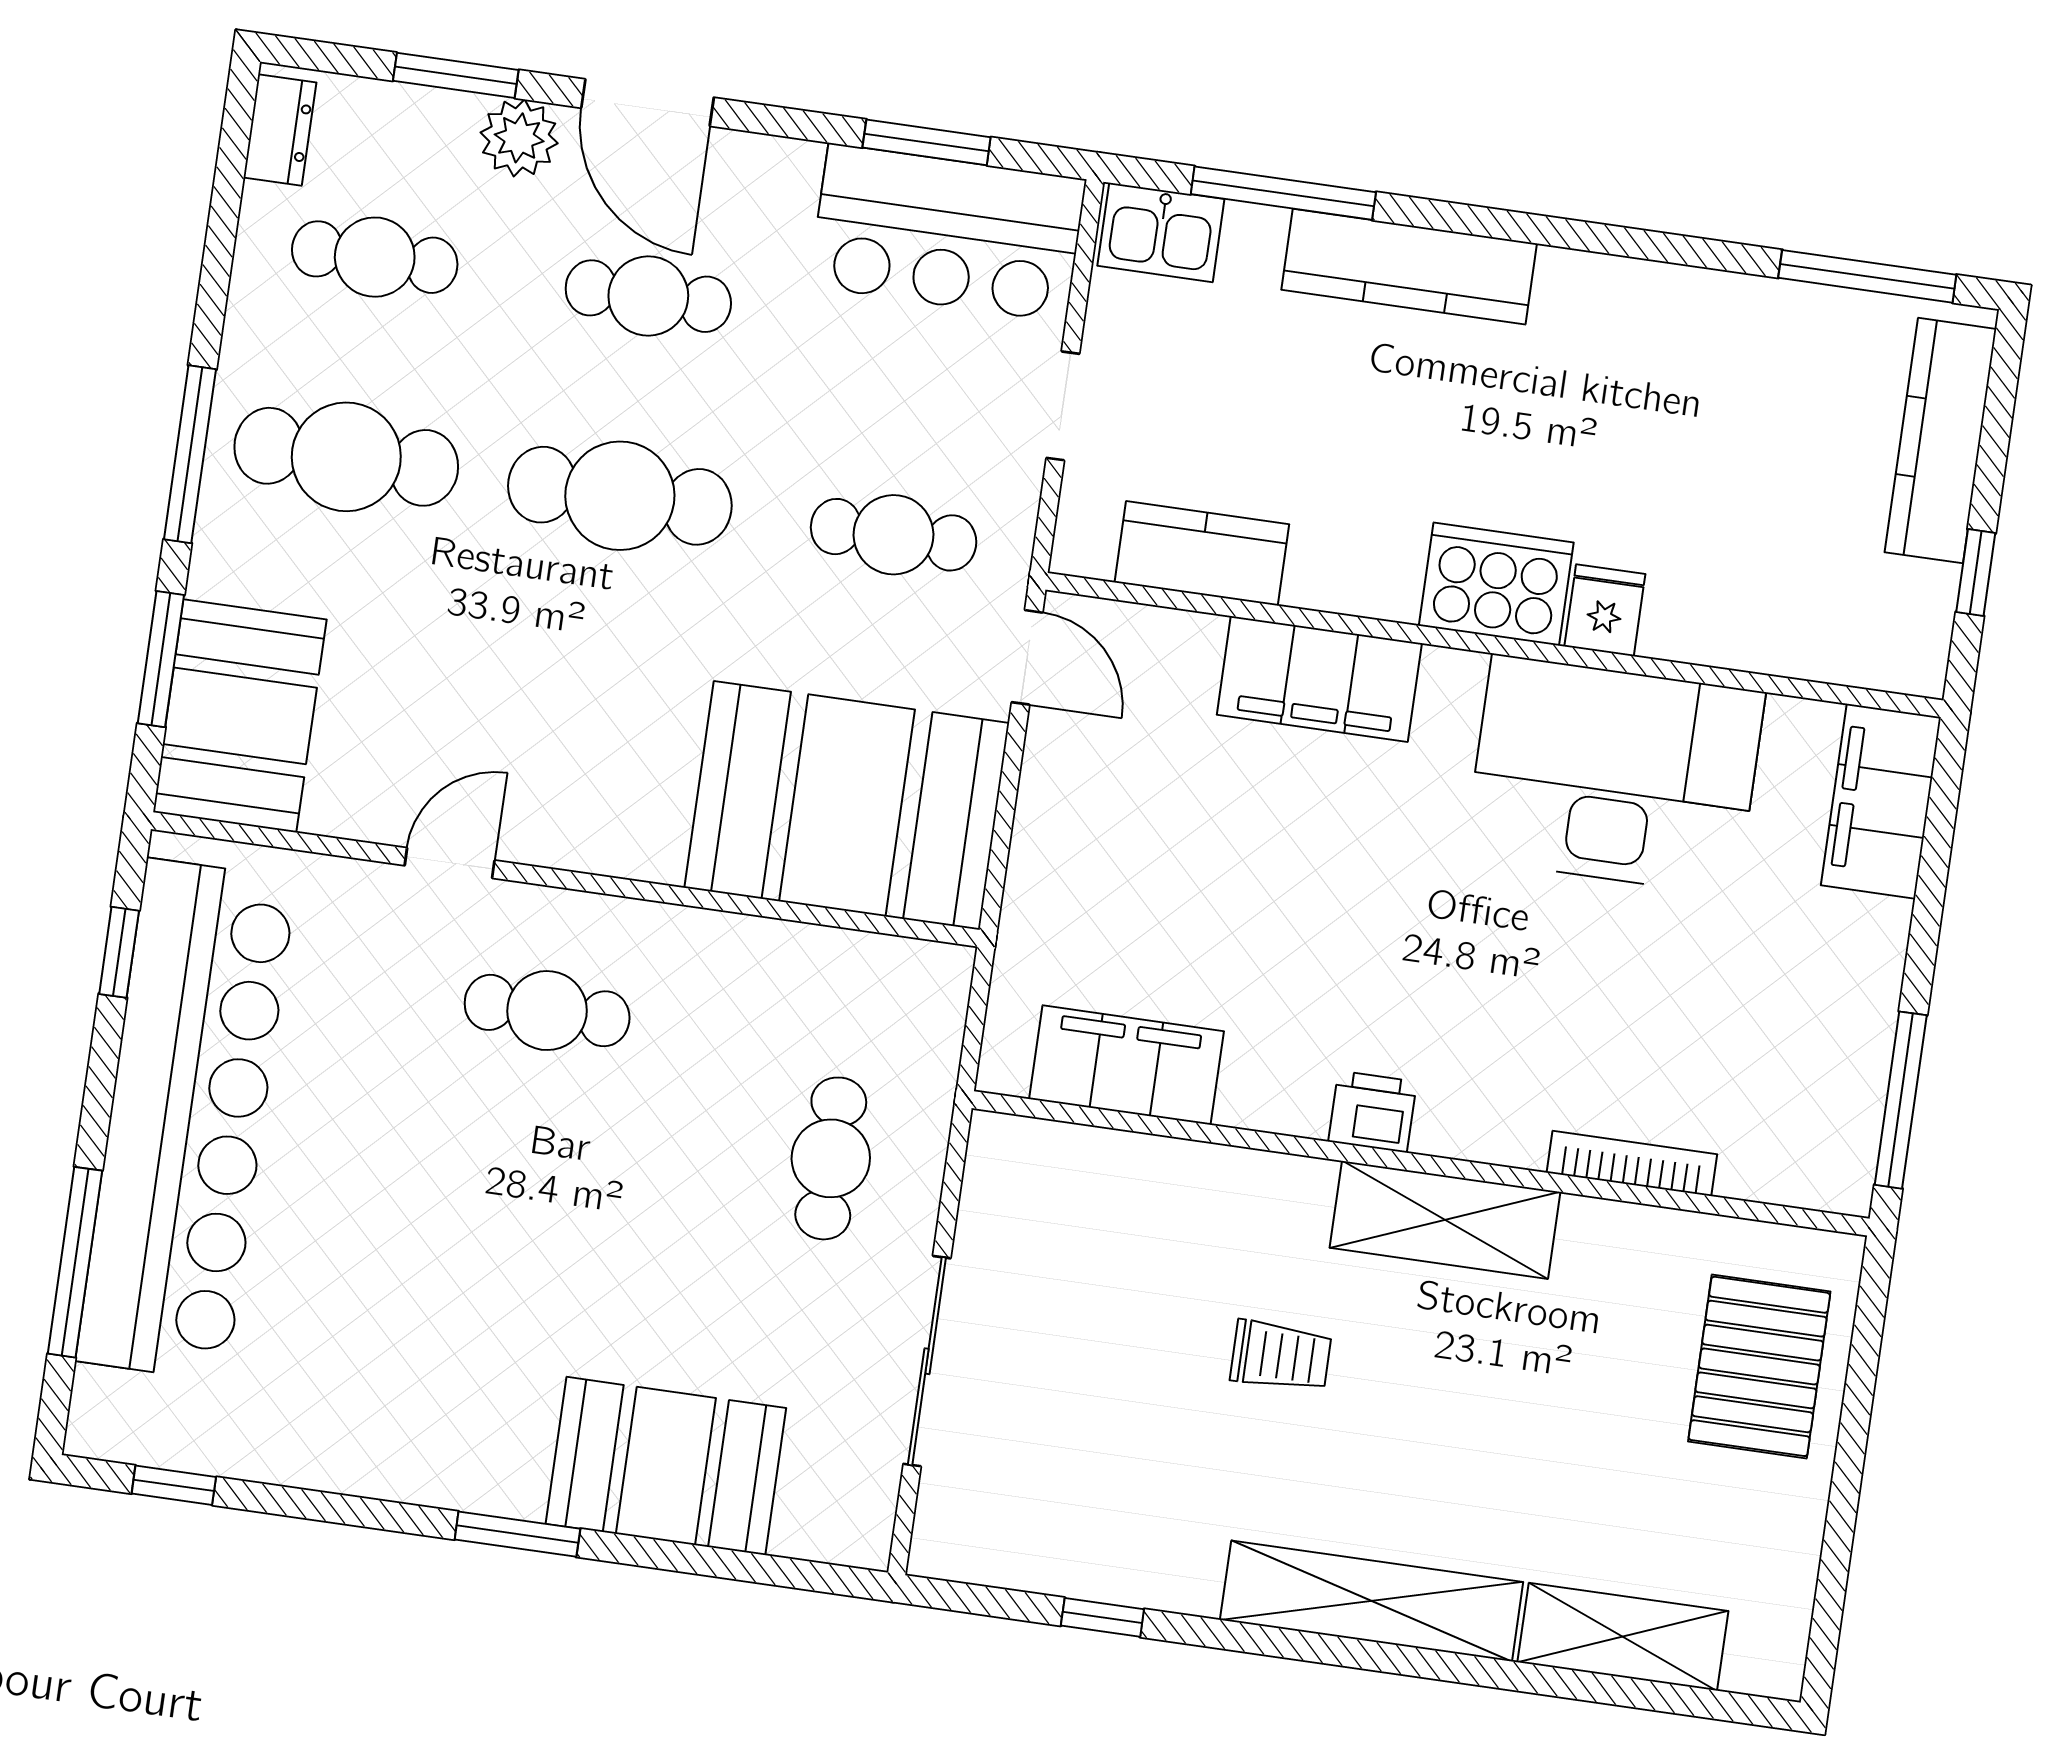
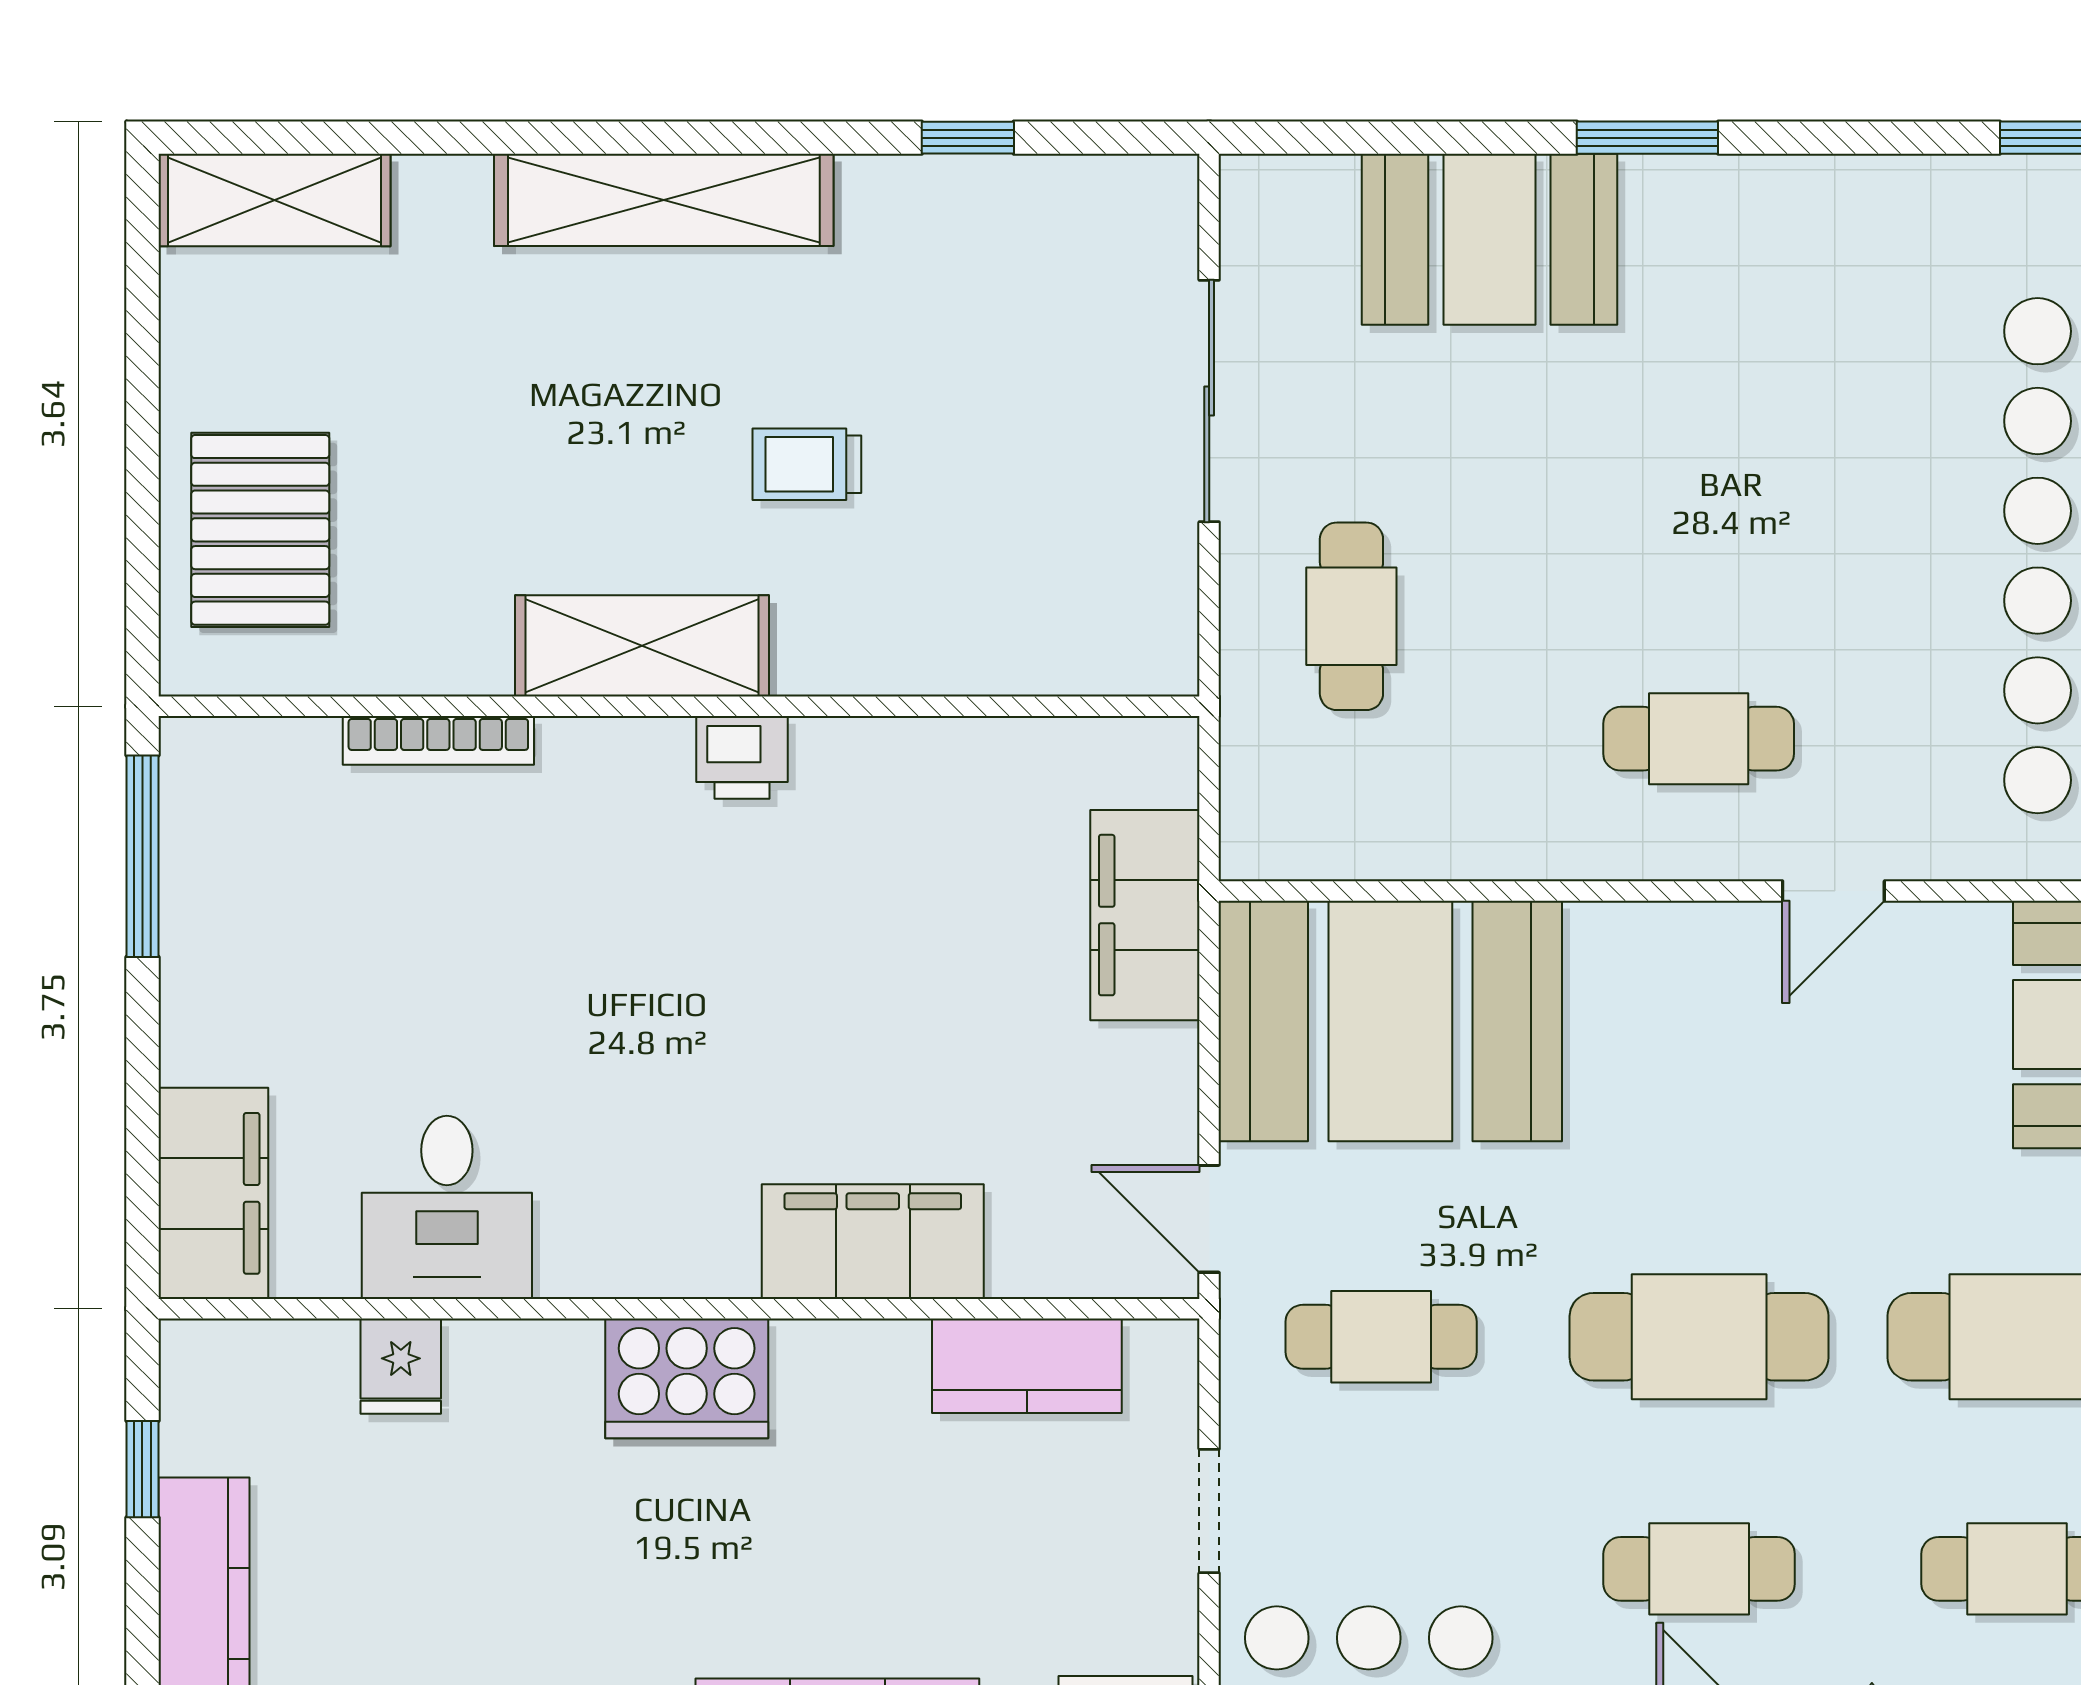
fridge: (1605, 610) -> (401, 1366), moved
desk: (1614, 775) -> (447, 1207), width x0.53, depth x0.77
filing cabinet: (1126, 1065) -> (1145, 915), moved, turned 90
shelving: (1623, 1637) -> (274, 200), moved

